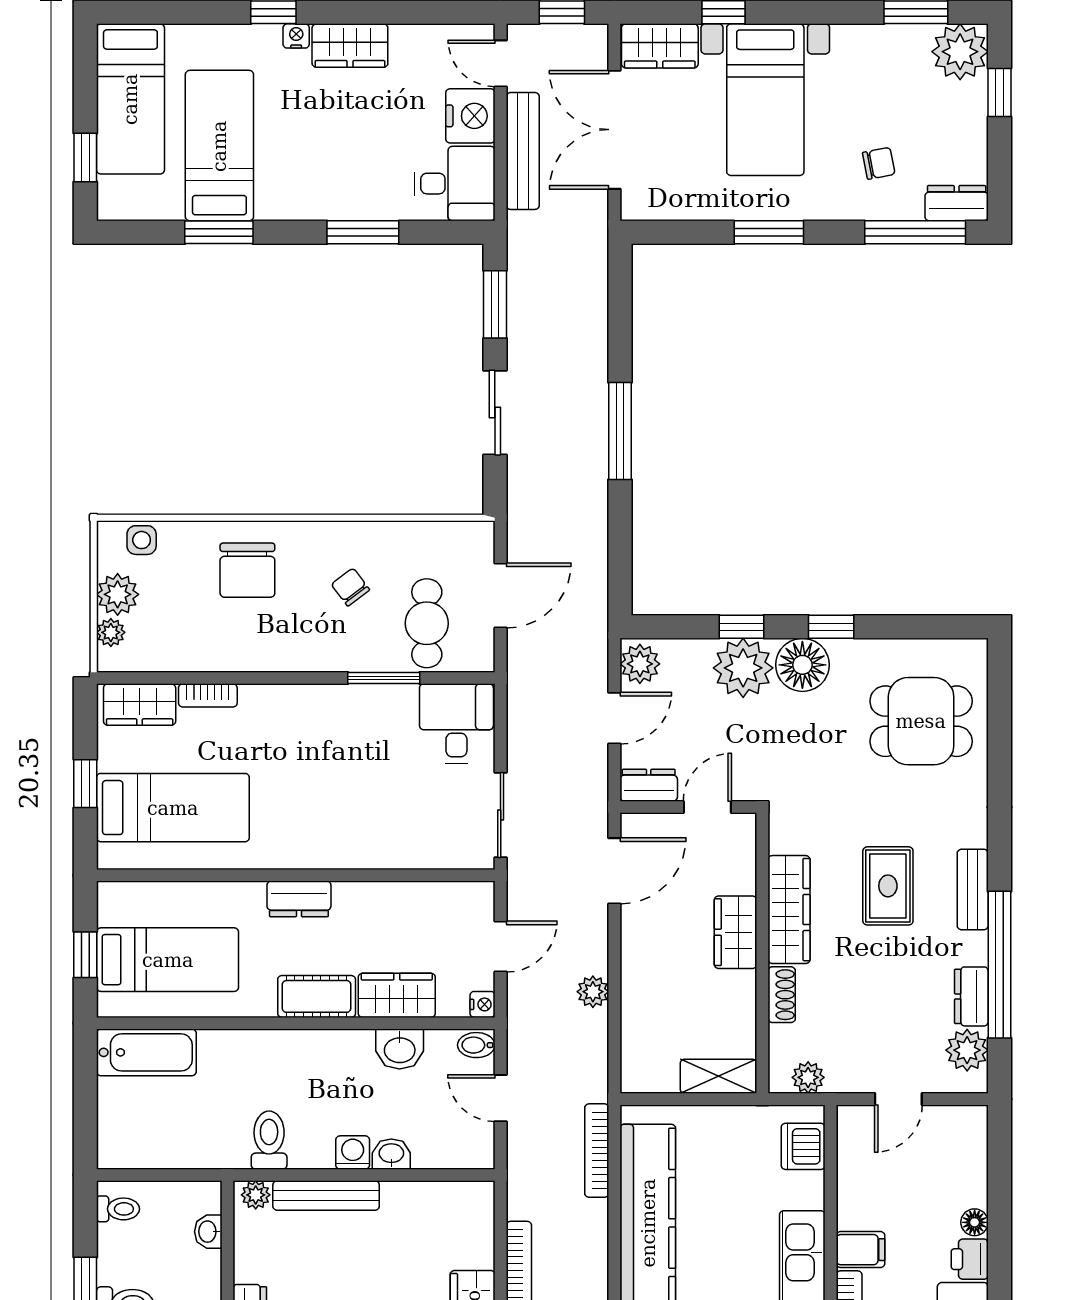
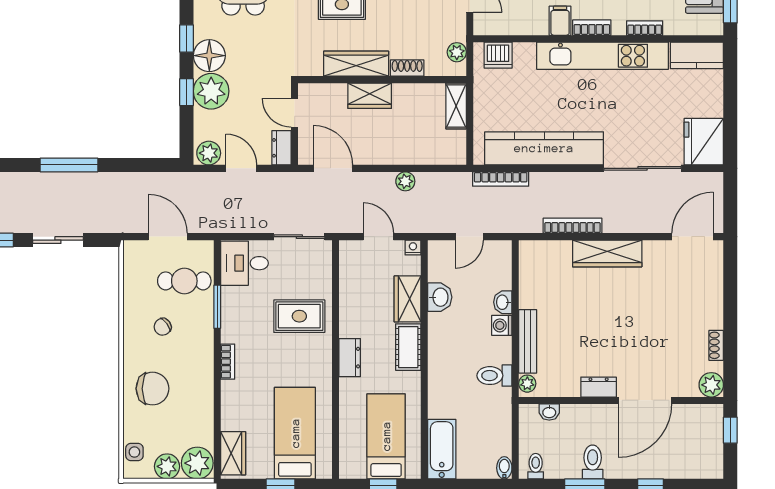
plant: (111, 632) -> (197, 463), width x1.88, depth x1.88
bookcase: (208, 695) -> (228, 362), moved
rug: (368, 815) -> (299, 316), added
bidet: (476, 1045) -> (504, 468), moved, turned 180

